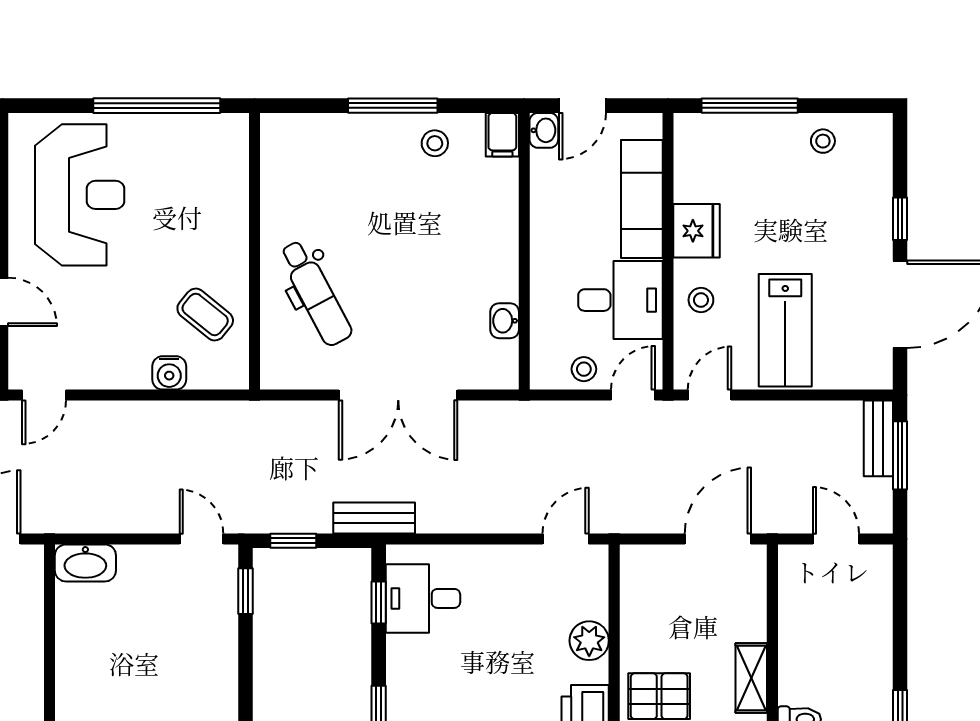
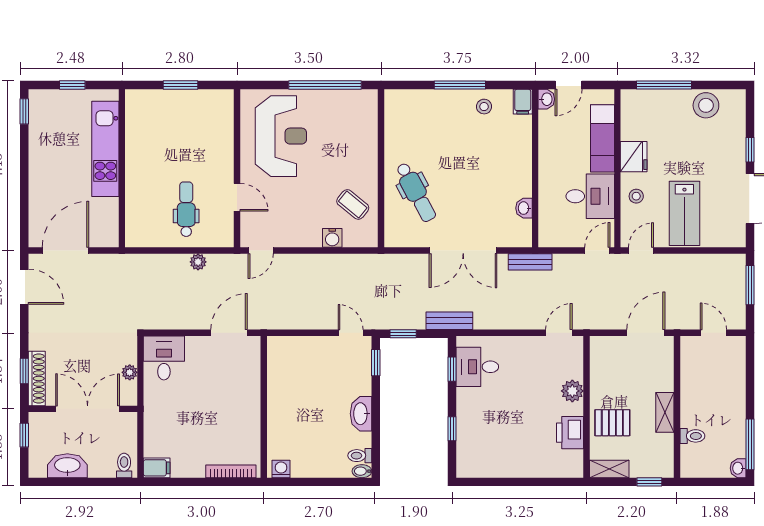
stool: (823, 141) -> (706, 105), width x1.89, depth x1.89
stool: (584, 369) -> (569, 236), removed
bench: (878, 438) -> (530, 262), moved, turned 90
washbasin: (85, 563) -> (361, 414), moved, turned 90

